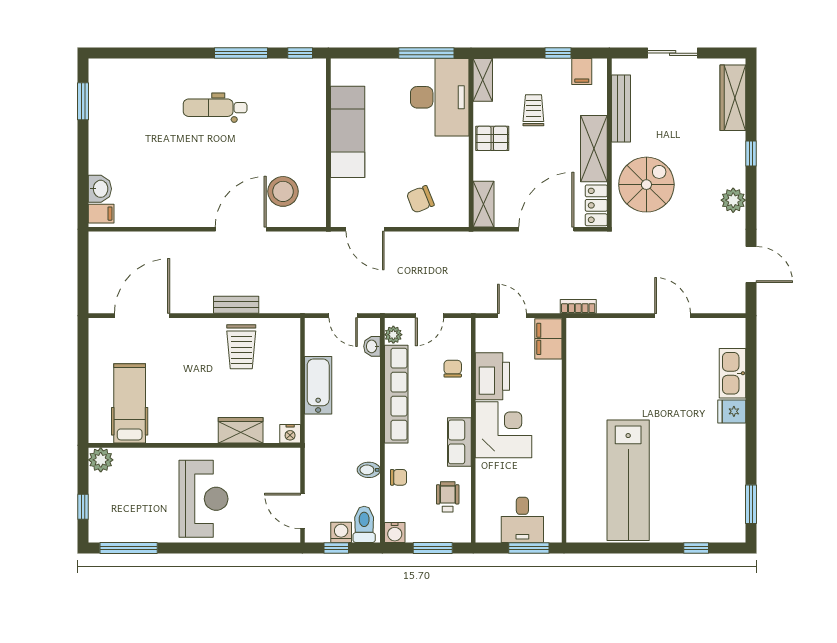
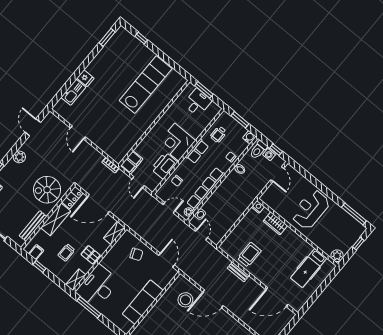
bathtub: (318, 385) -> (232, 216), removed

